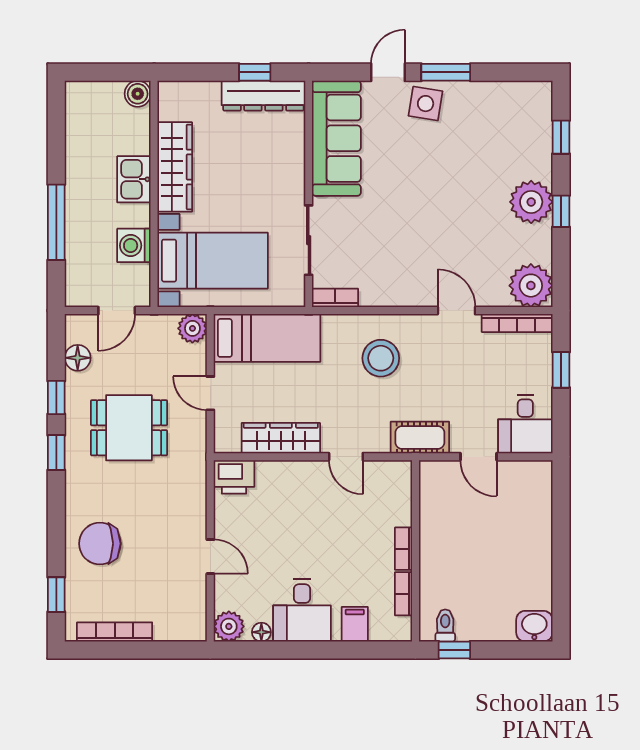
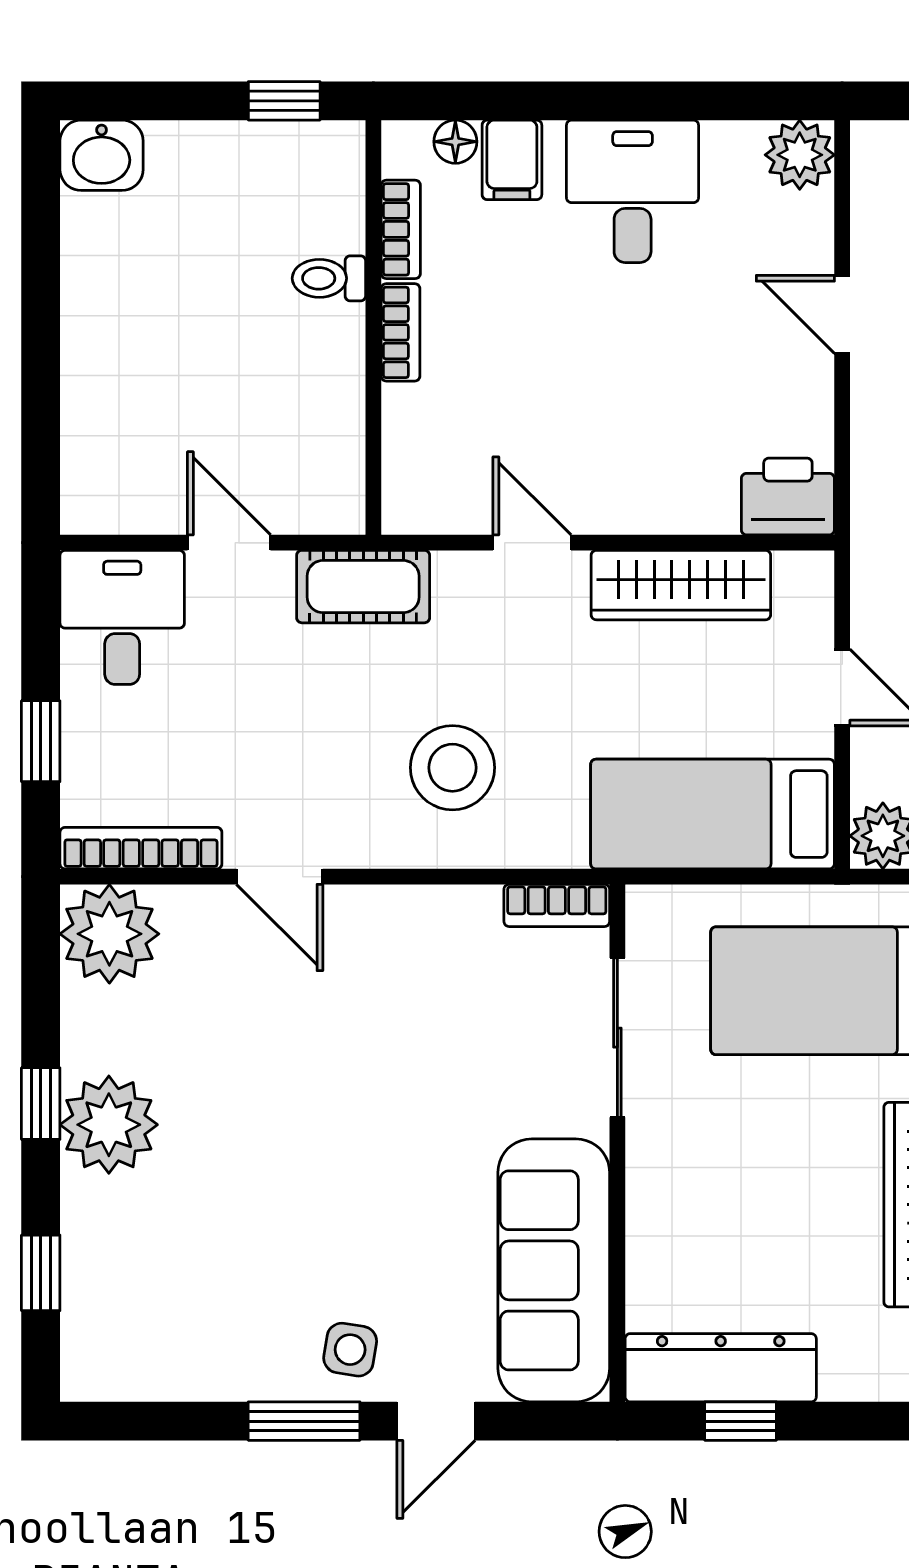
side table: (426, 104) -> (350, 1350), width x0.73, depth x0.73
toilet: (445, 626) -> (329, 278), moved, turned 90
floor lamp: (261, 632) -> (455, 142), moved

